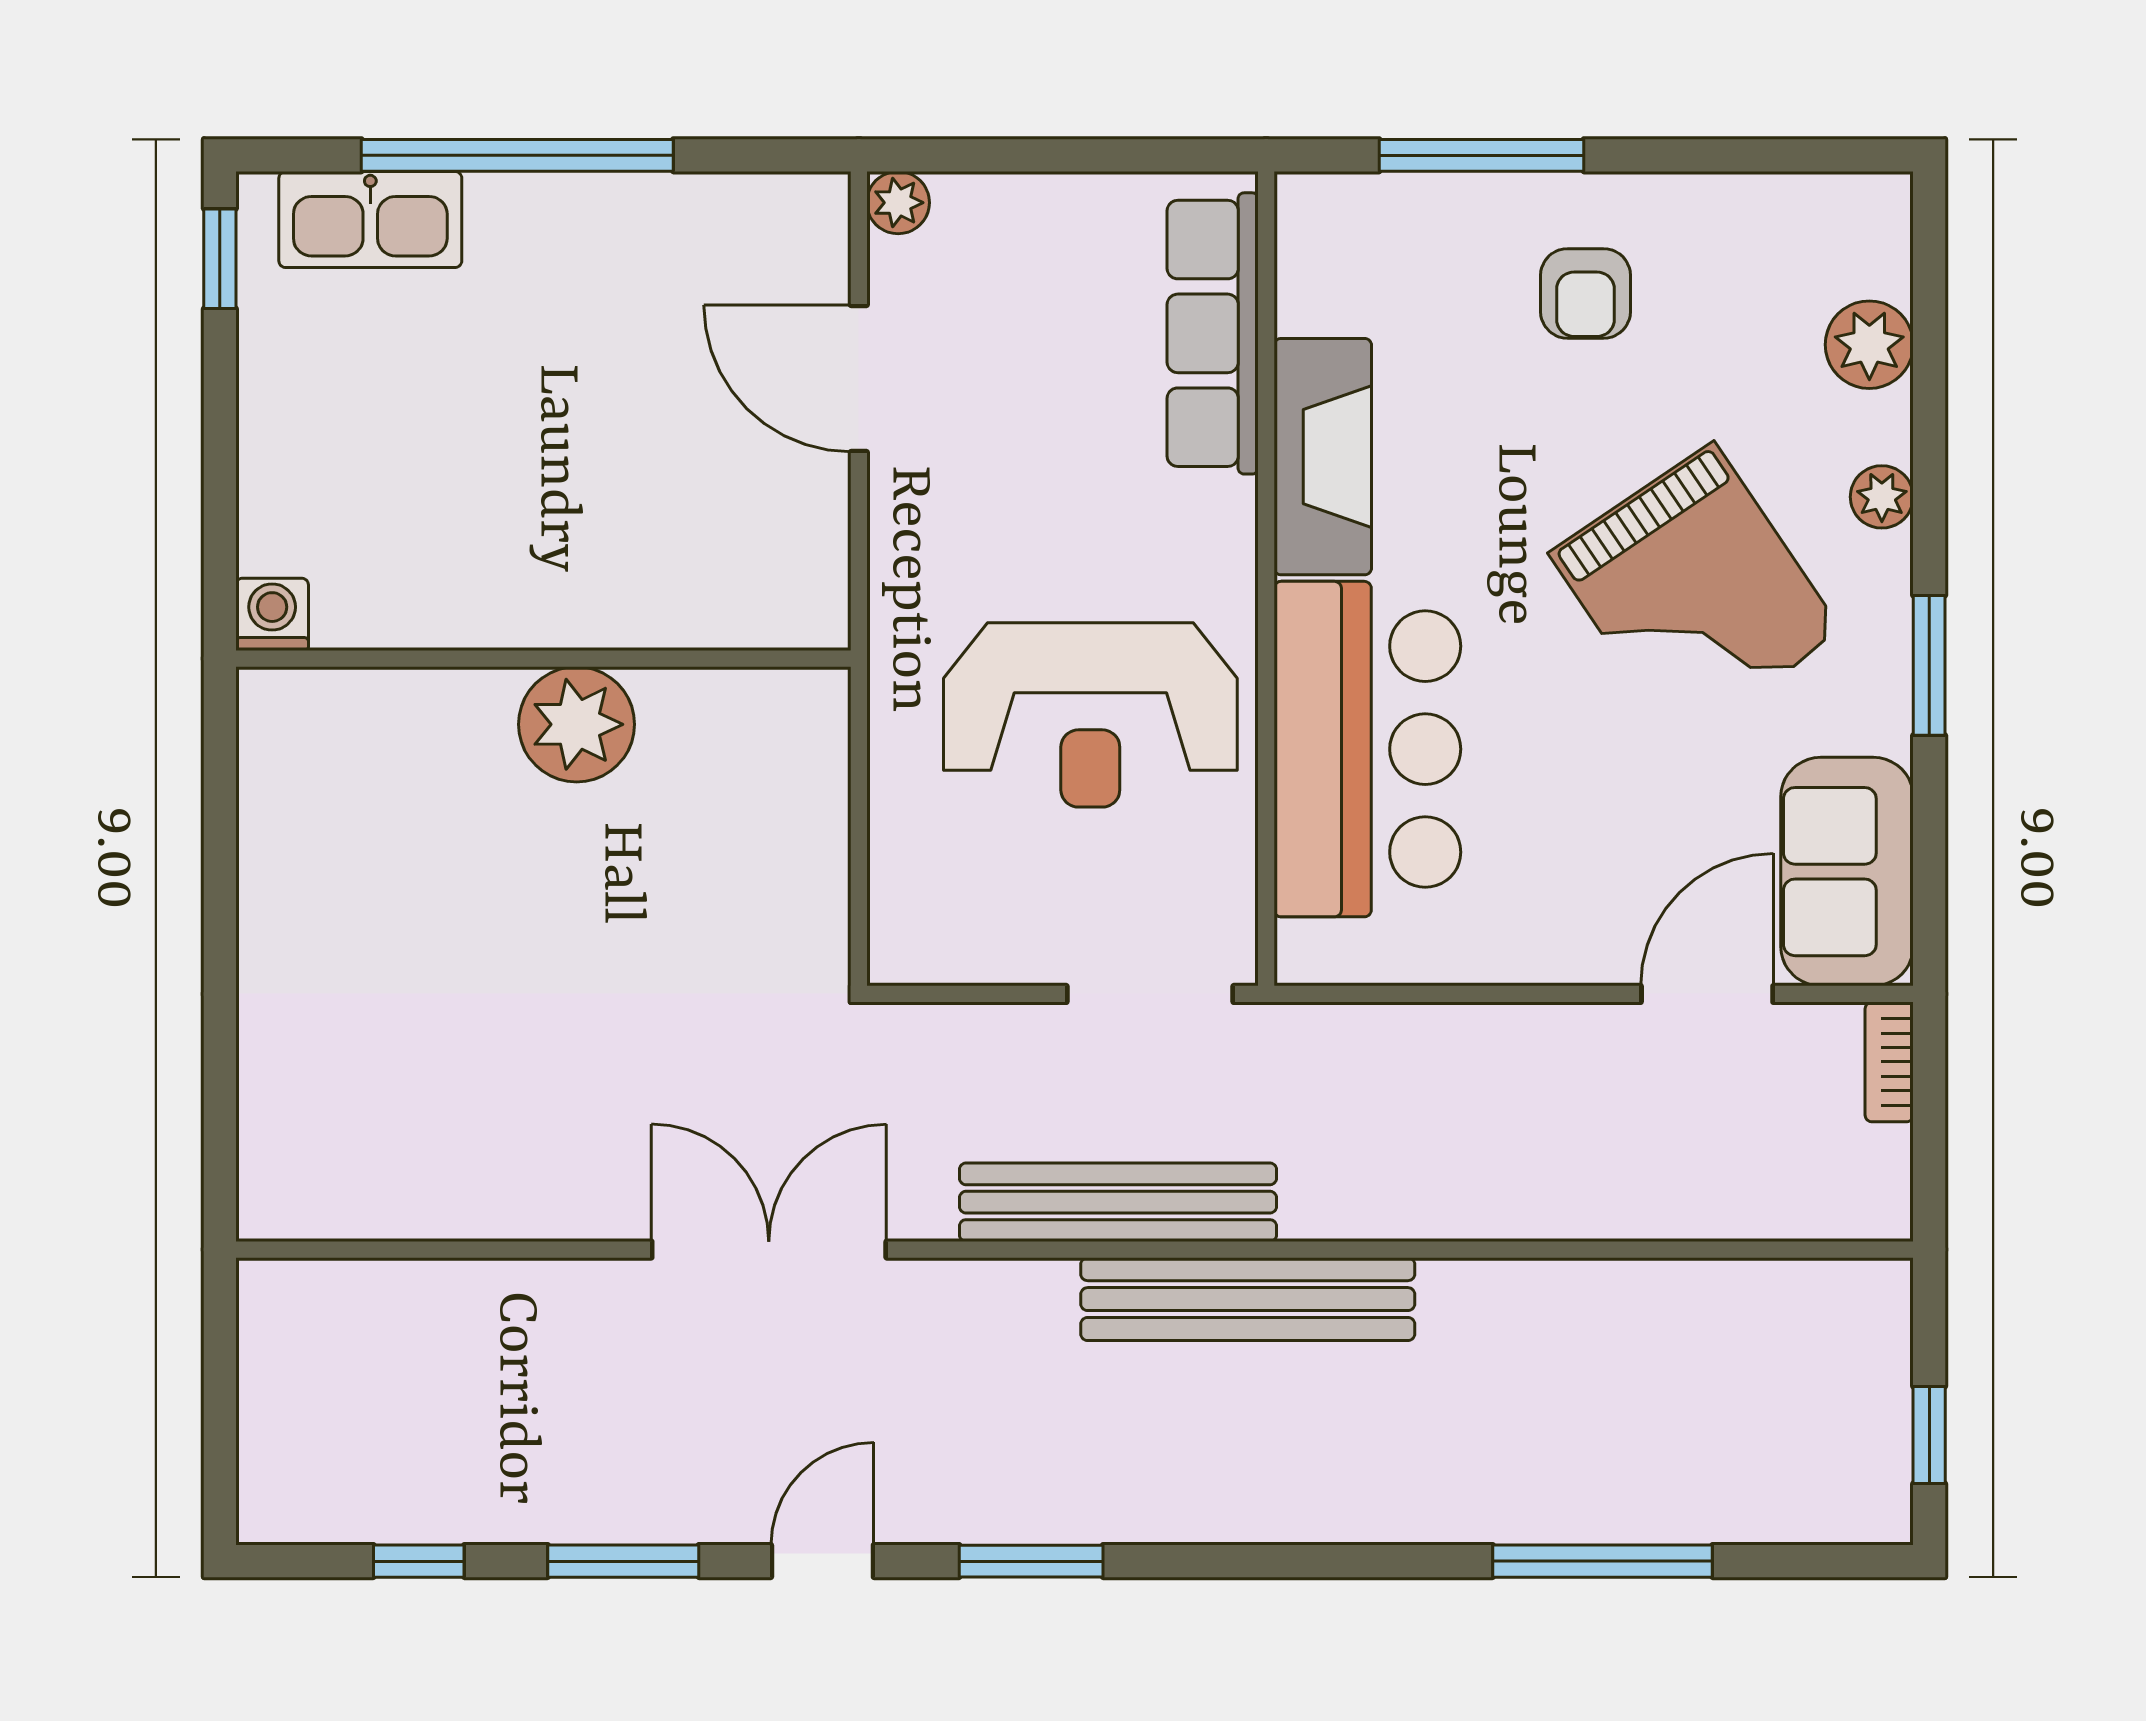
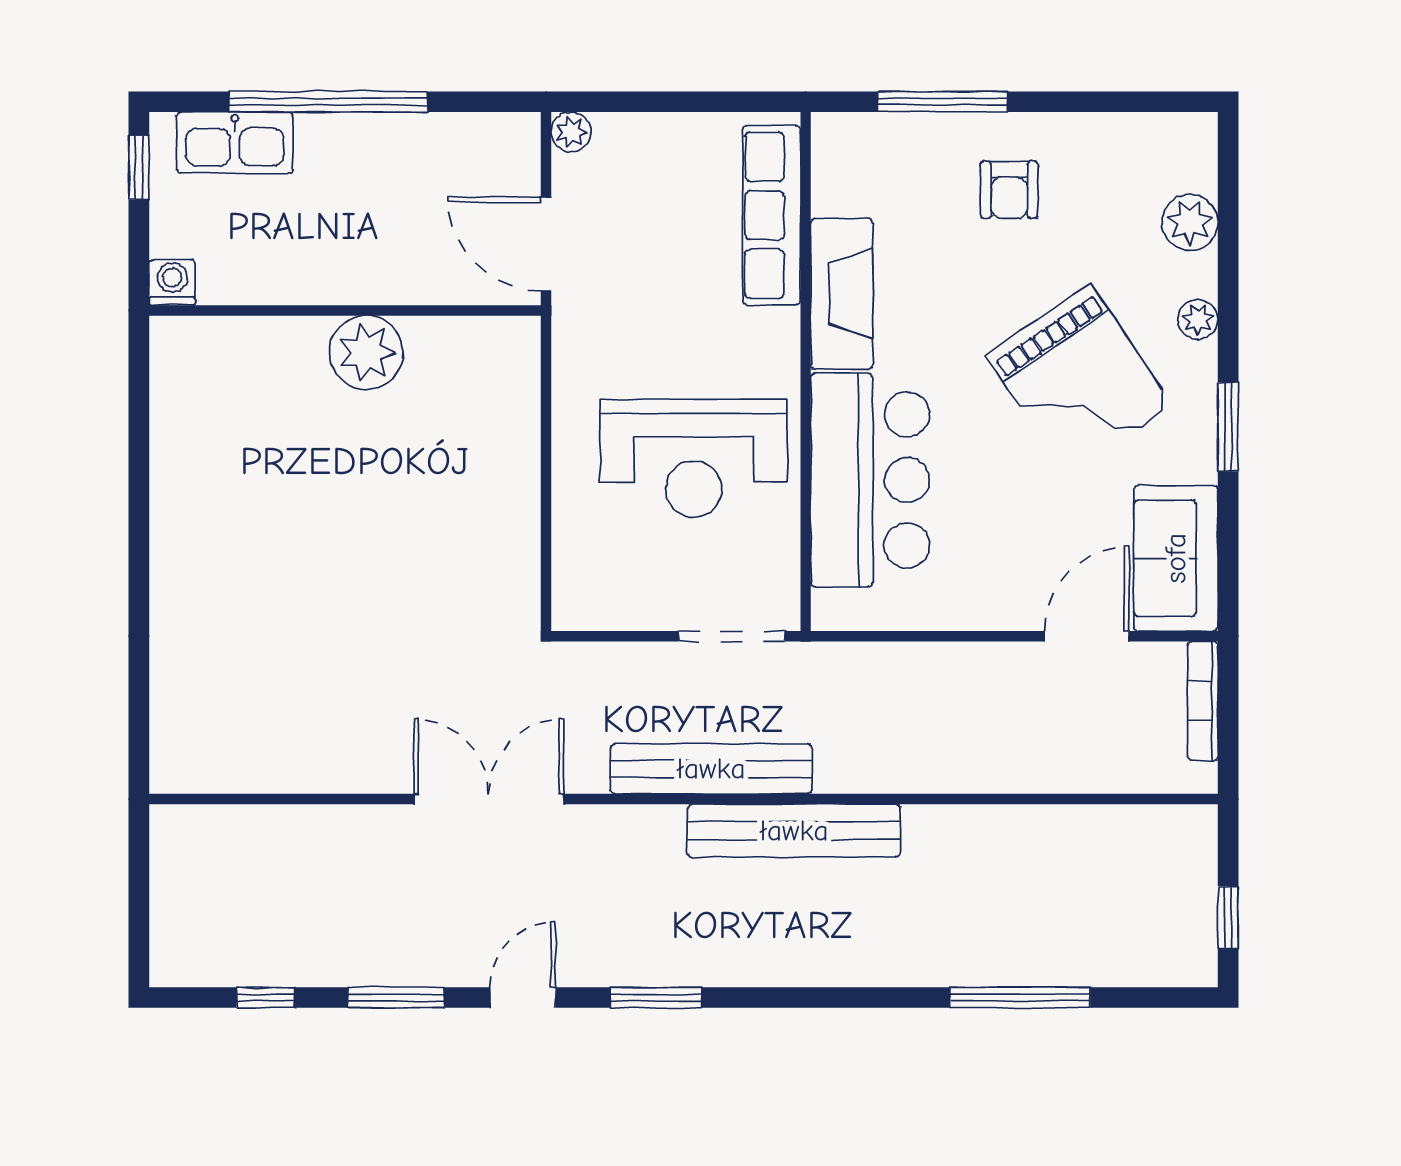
washing machine: (272, 614) -> (172, 282), moved
wall: (543, 659) -> (345, 310), moved
plant: (577, 724) -> (366, 352), moved
bookcase: (1889, 1062) -> (1203, 701), width x1.56

